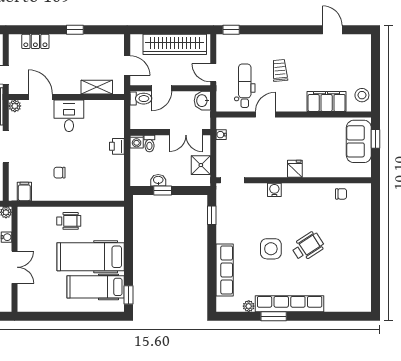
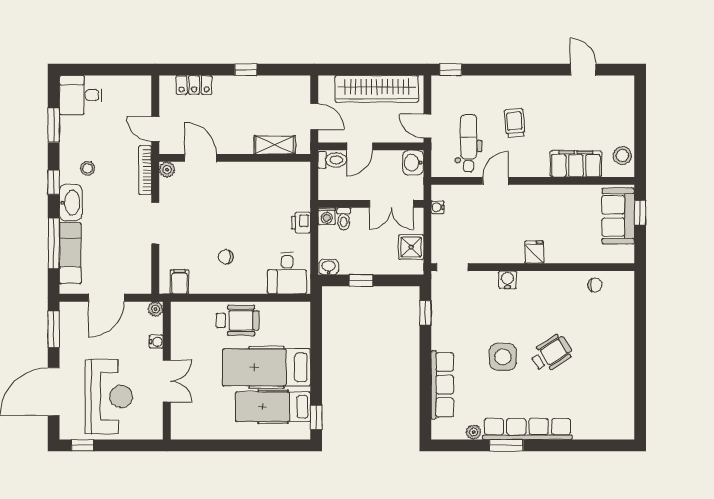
desk: (69, 116) -> (287, 273), moved, turned 180
washbasin: (158, 180) -> (329, 267), moved
wheelchair: (69, 221) -> (238, 320), width x1.36, depth x1.37

